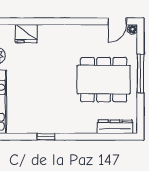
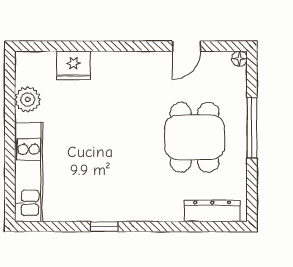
door: (117, 21) -> (186, 46), moved
dining table: (104, 80) -> (194, 137), width x0.73

